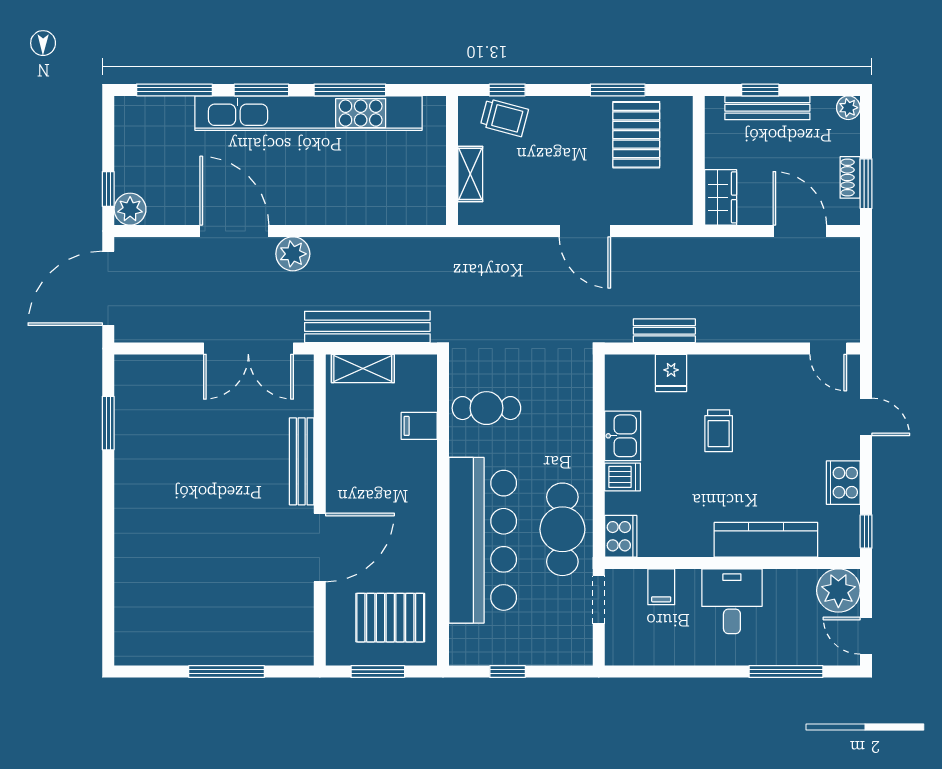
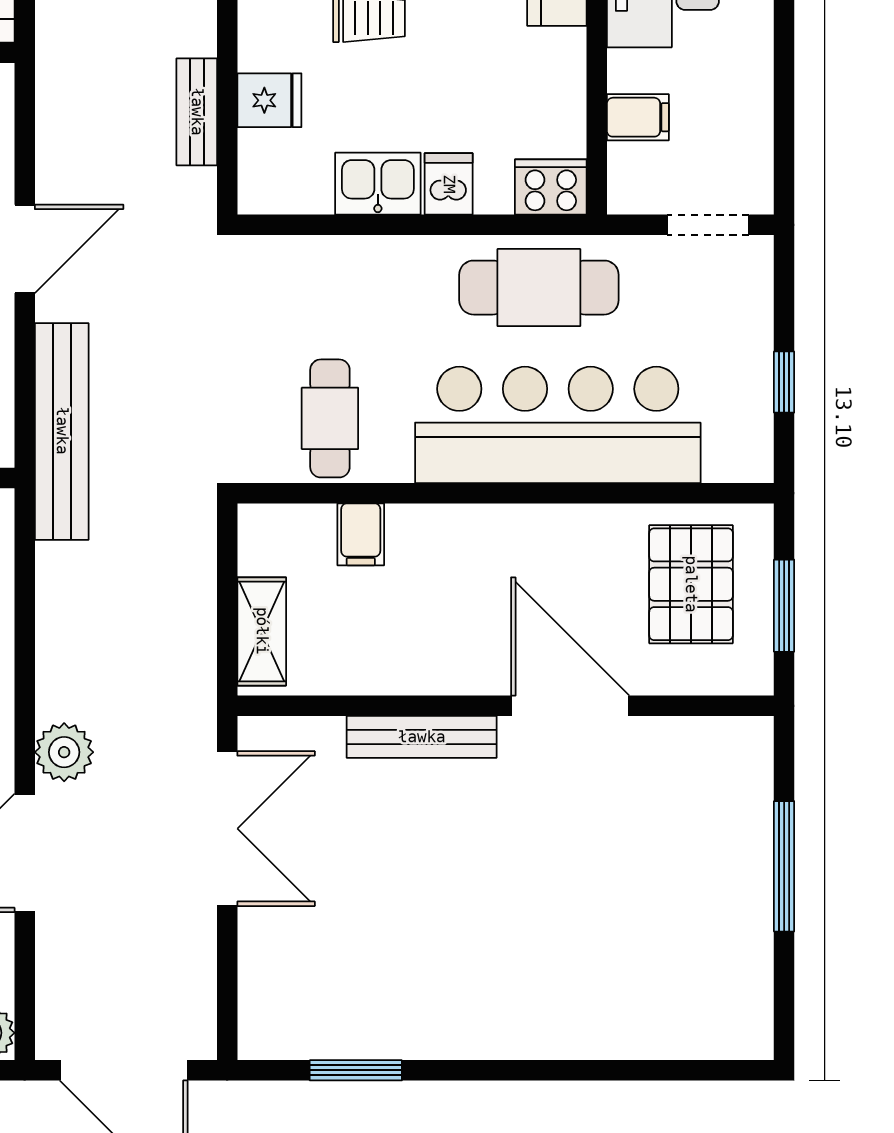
bench: (367, 327) -> (62, 431), moved
doorway: (599, 600) -> (708, 225), moved

